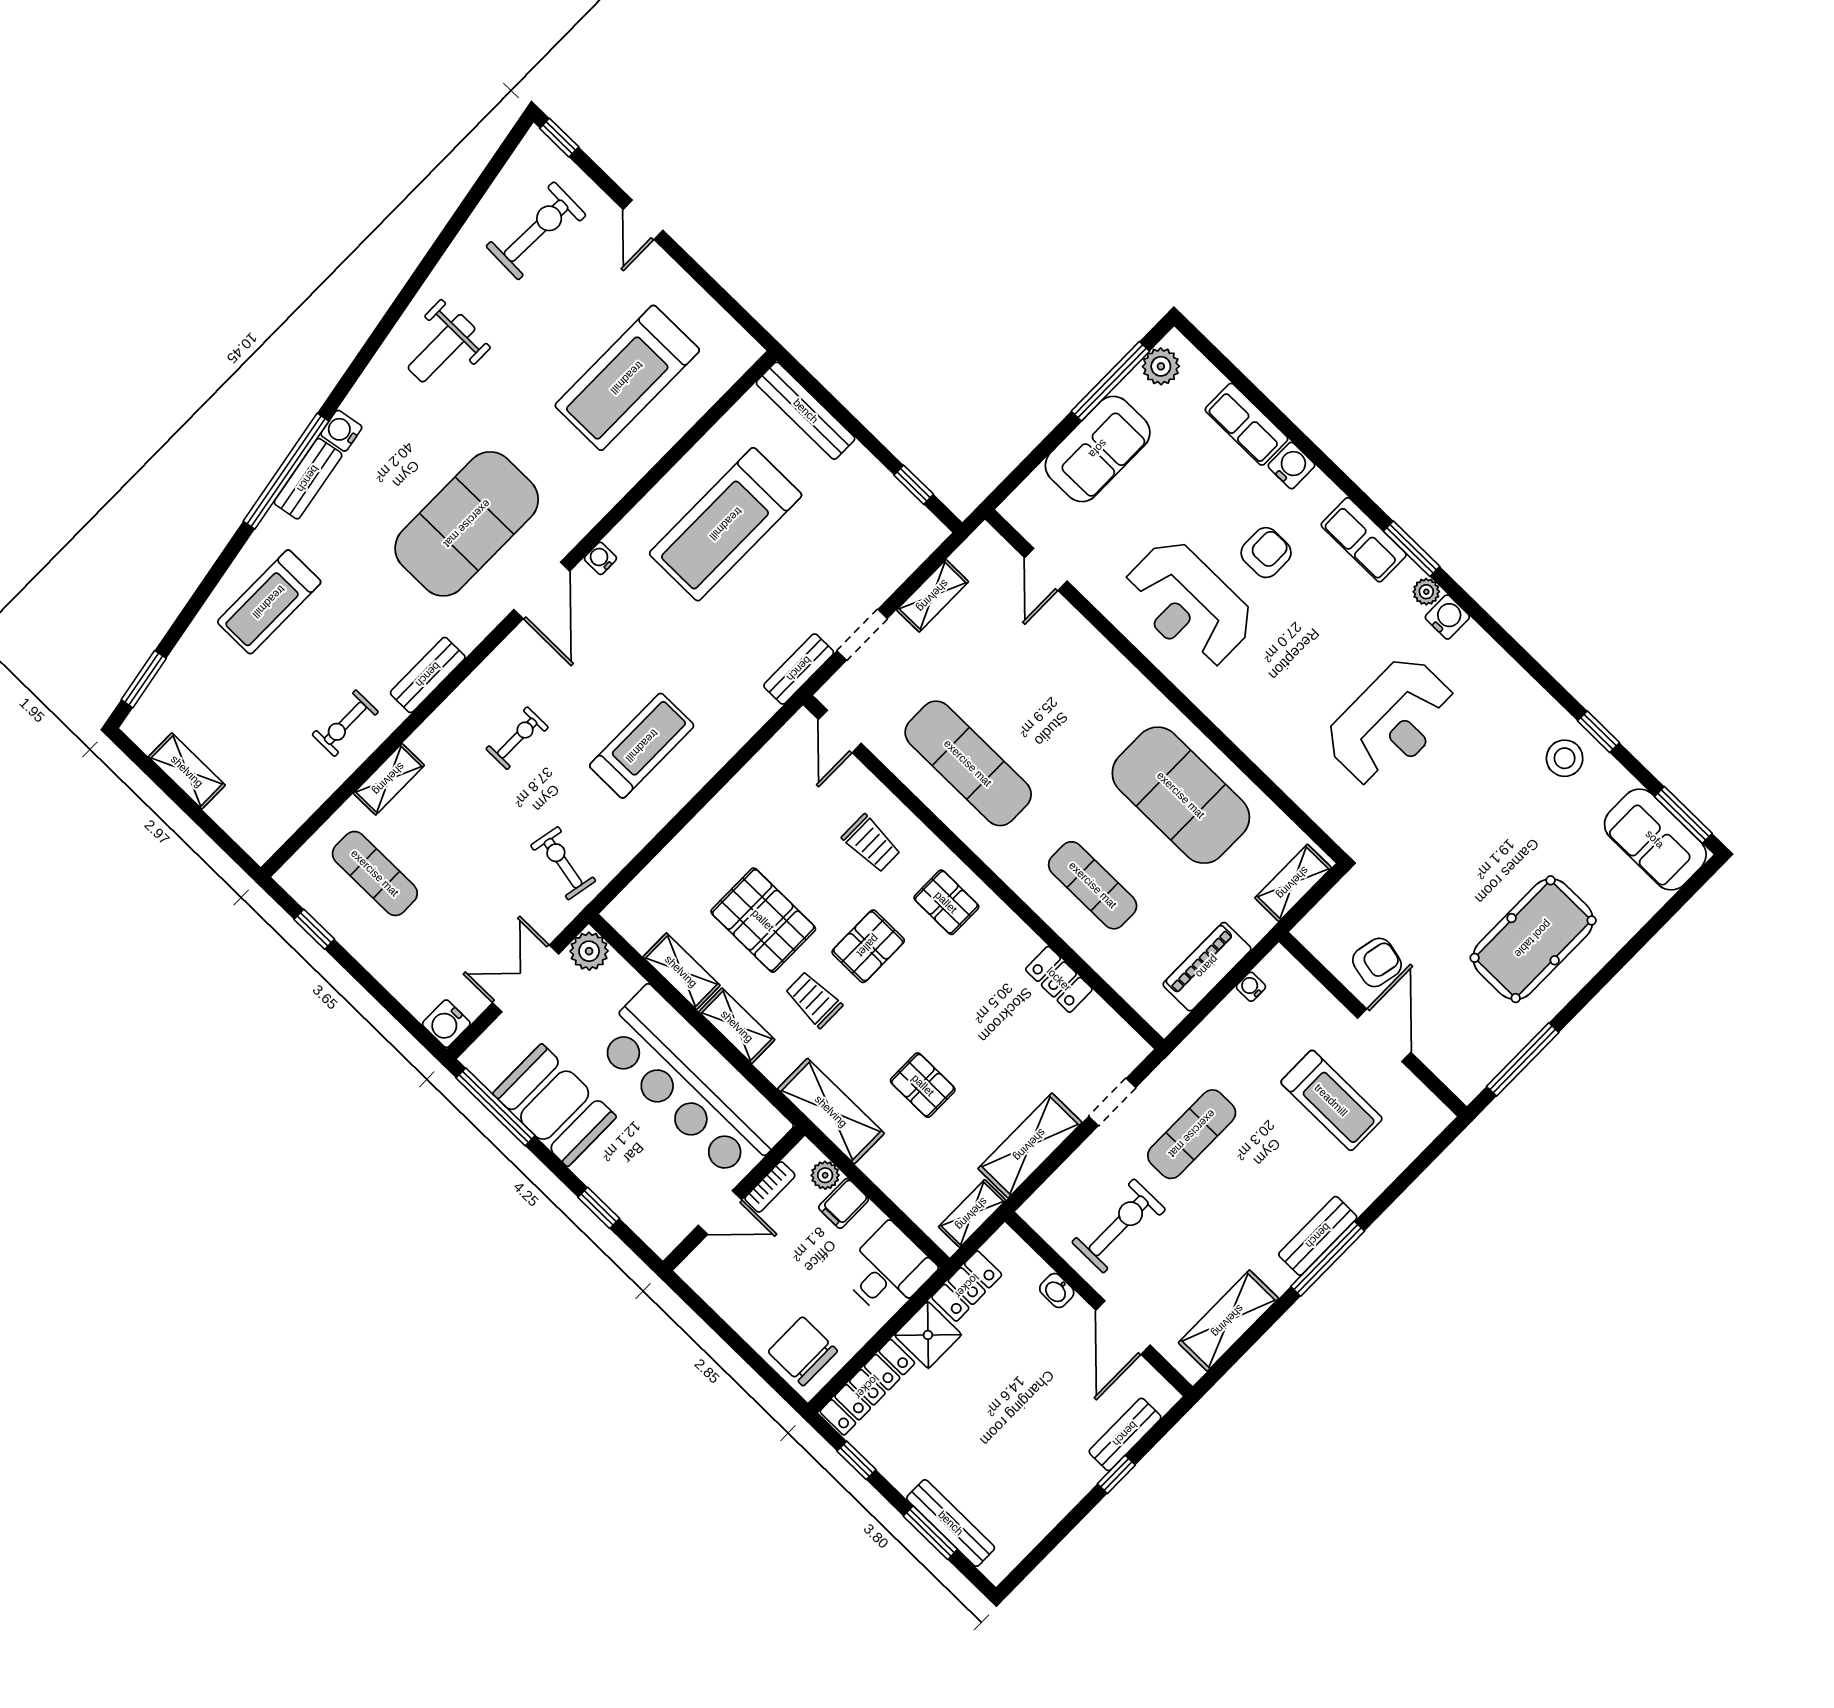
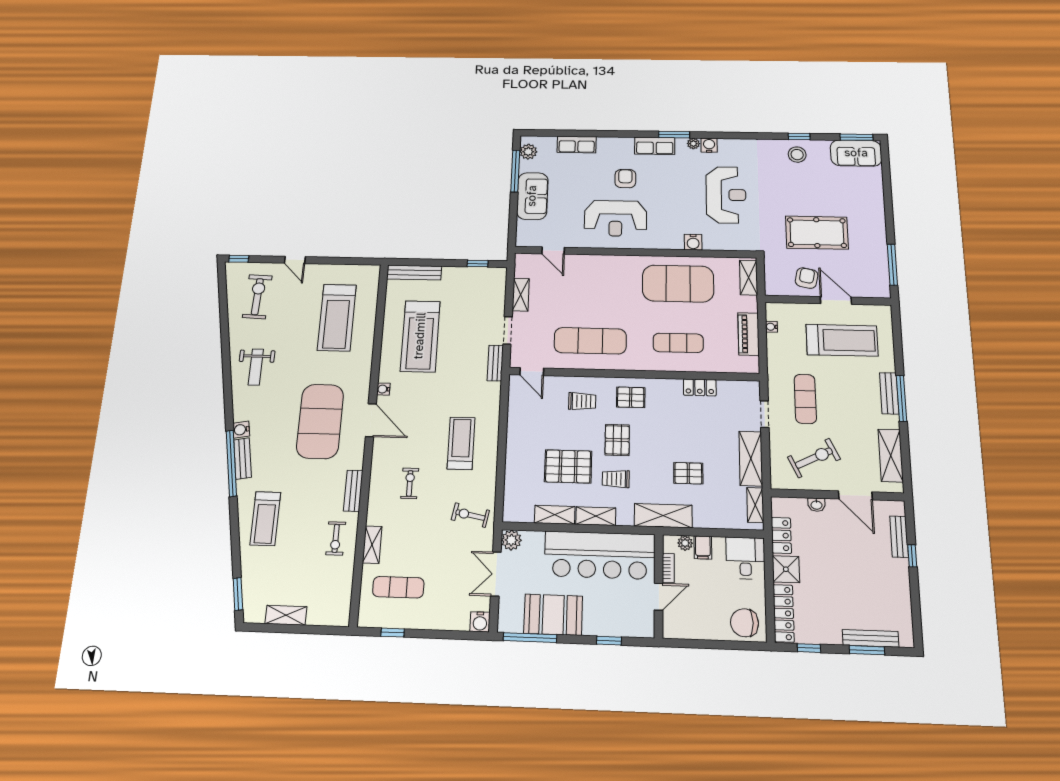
water cooler: (1291, 466) -> (693, 242), moved, turned 180
pool table: (1533, 939) -> (817, 233), moved, turned 90
treadmill: (1331, 1100) -> (842, 340), width x1.37, depth x1.38
exercise bike: (1119, 1226) -> (814, 458), turned 64

